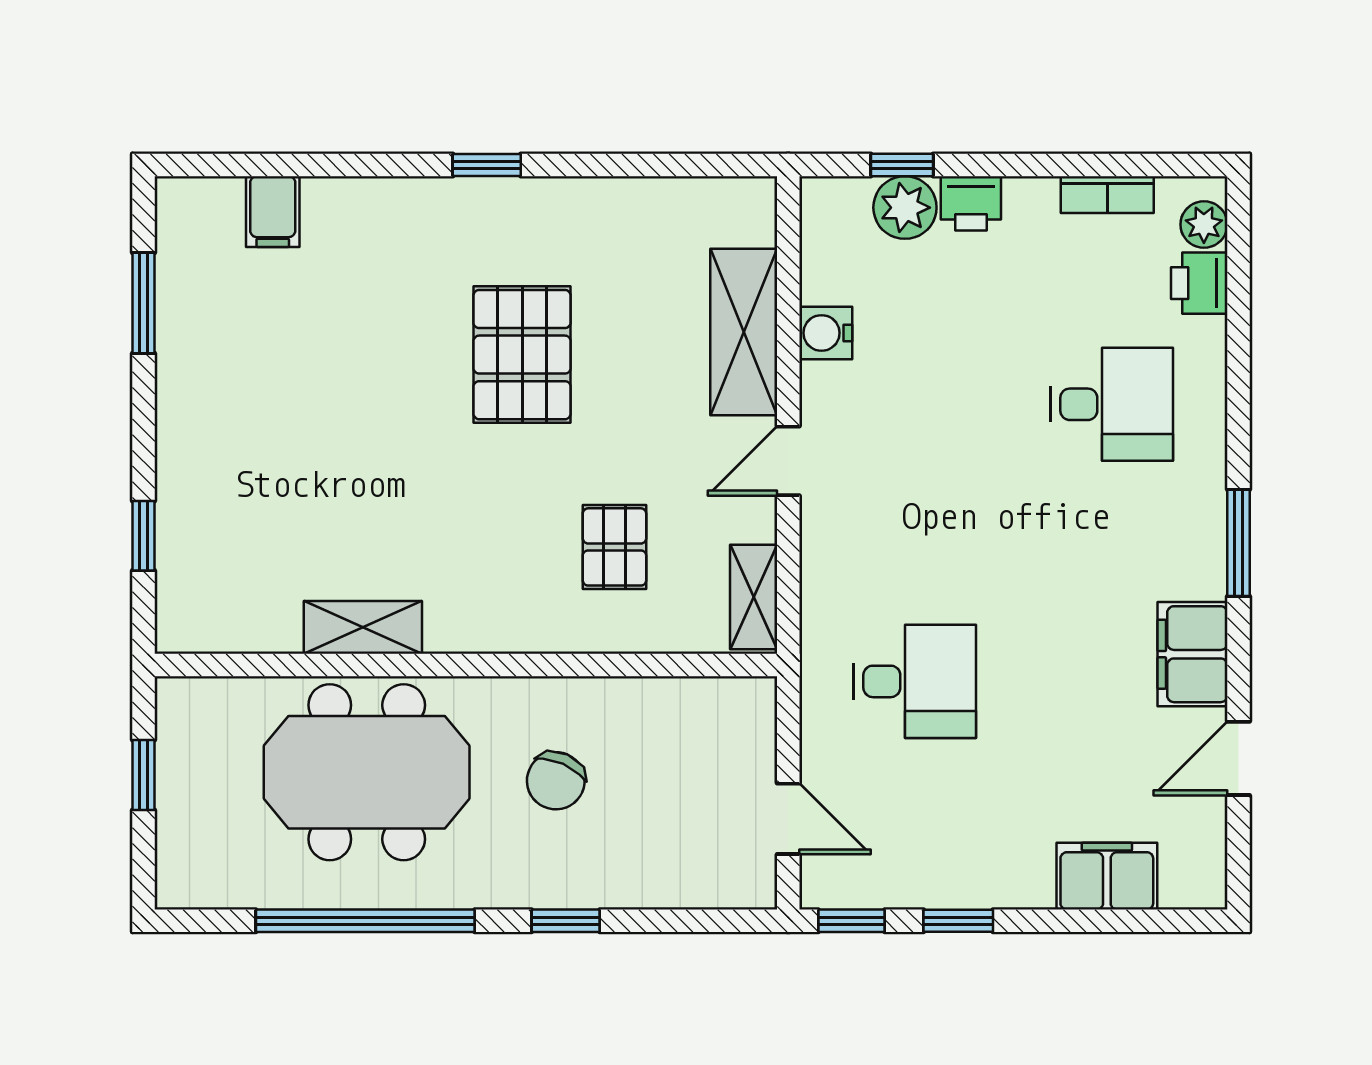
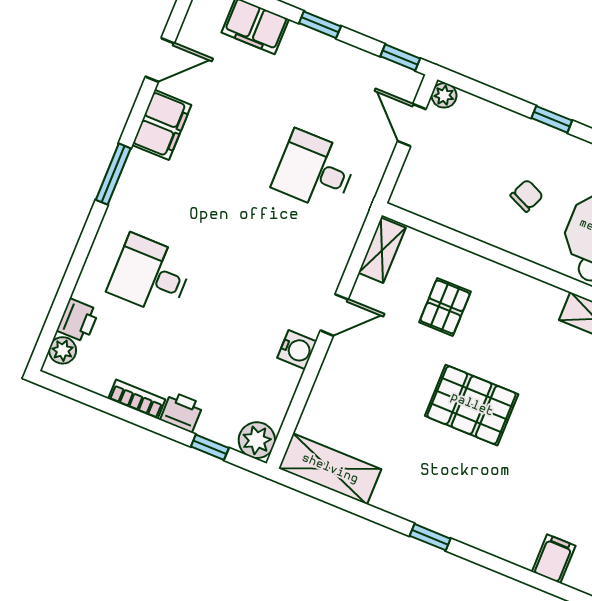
bookcase: (1107, 195) -> (137, 399), moved
plant: (905, 208) -> (257, 440), moved
shelving: (744, 332) -> (330, 469), moved, turned 90
water cooler: (826, 333) -> (297, 350), moved
pallet: (522, 355) -> (472, 405), moved, turned 90
chair: (556, 781) -> (527, 196), width x0.73, depth x0.73
plant: (756, 888) -> (444, 95), added
window: (958, 921) -> (320, 25), moved

